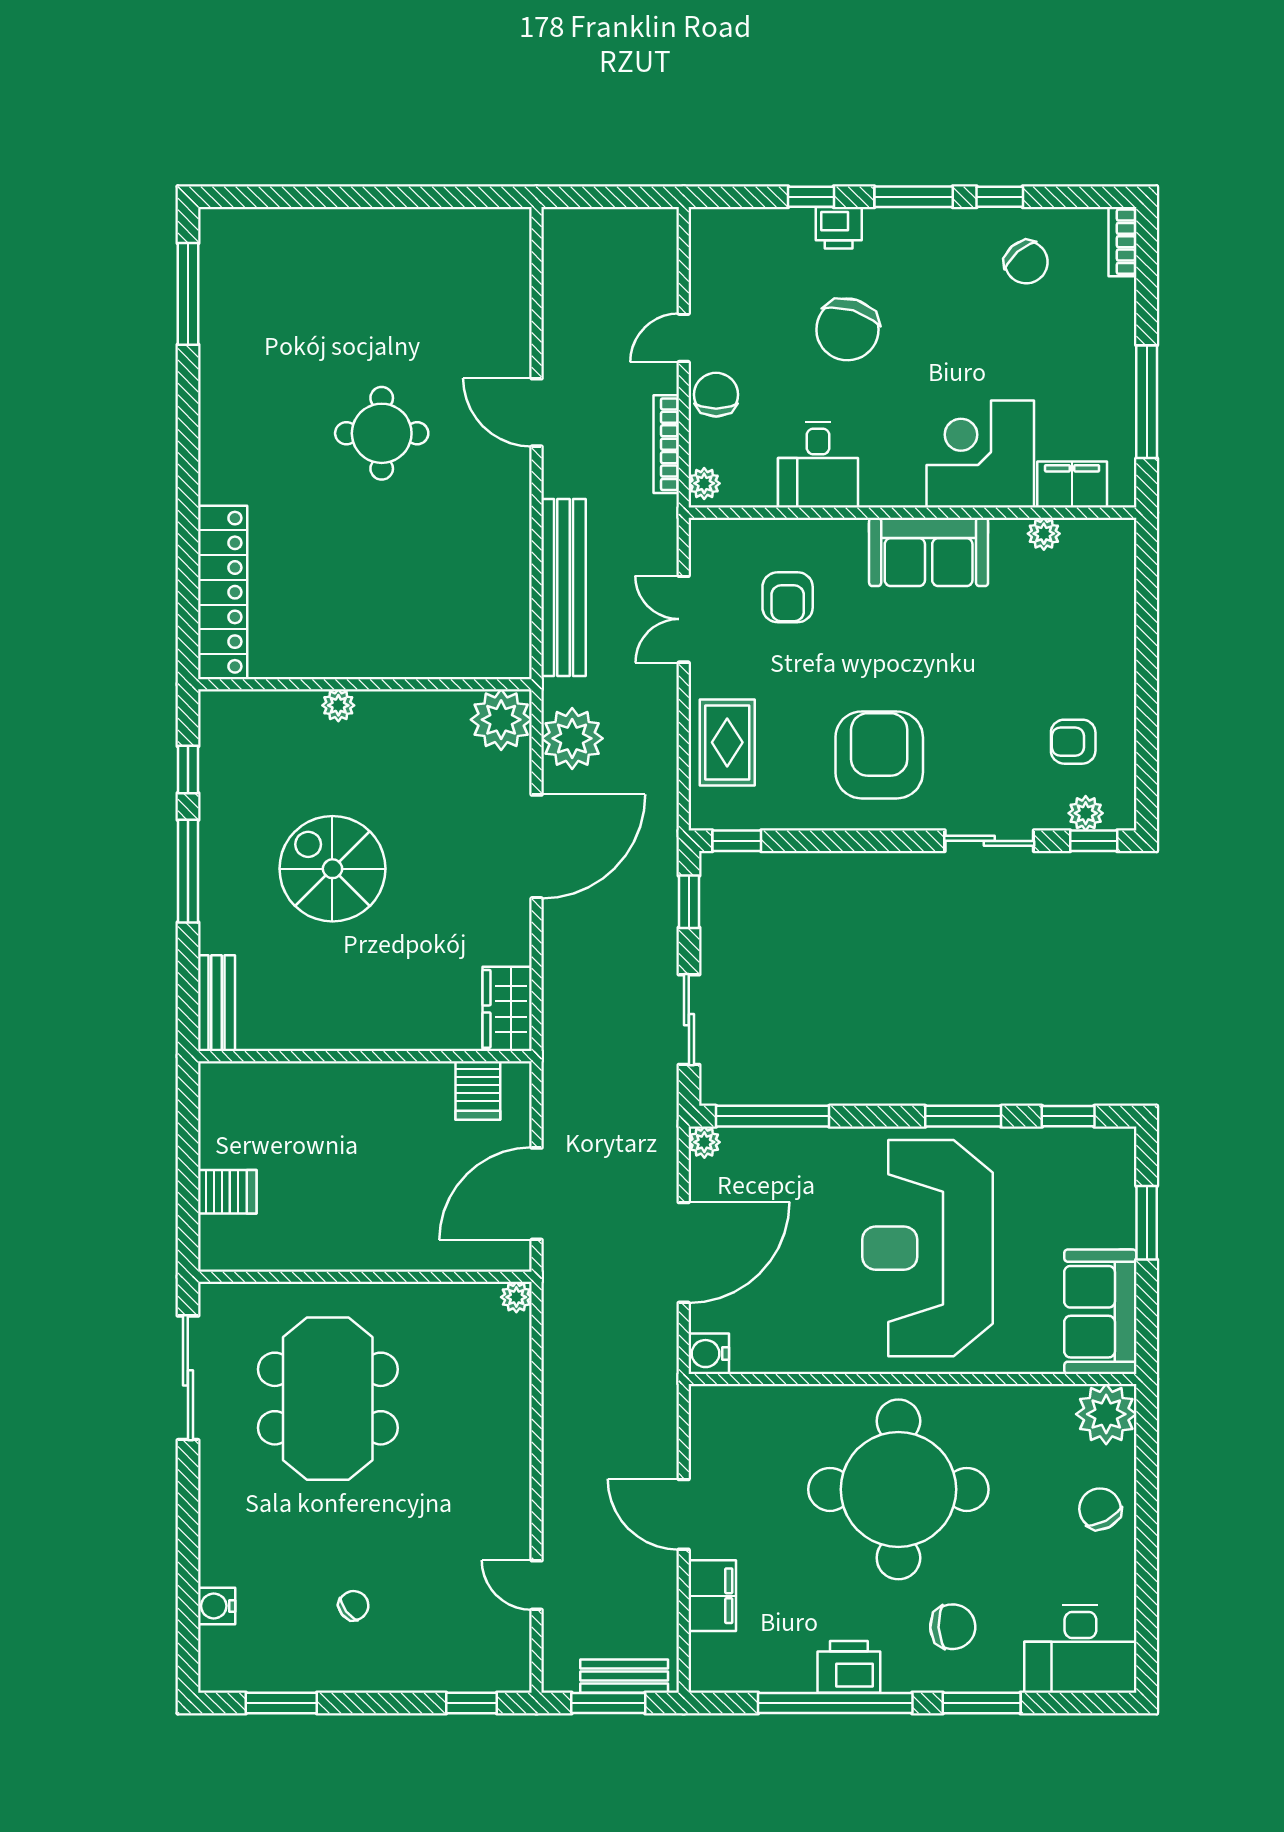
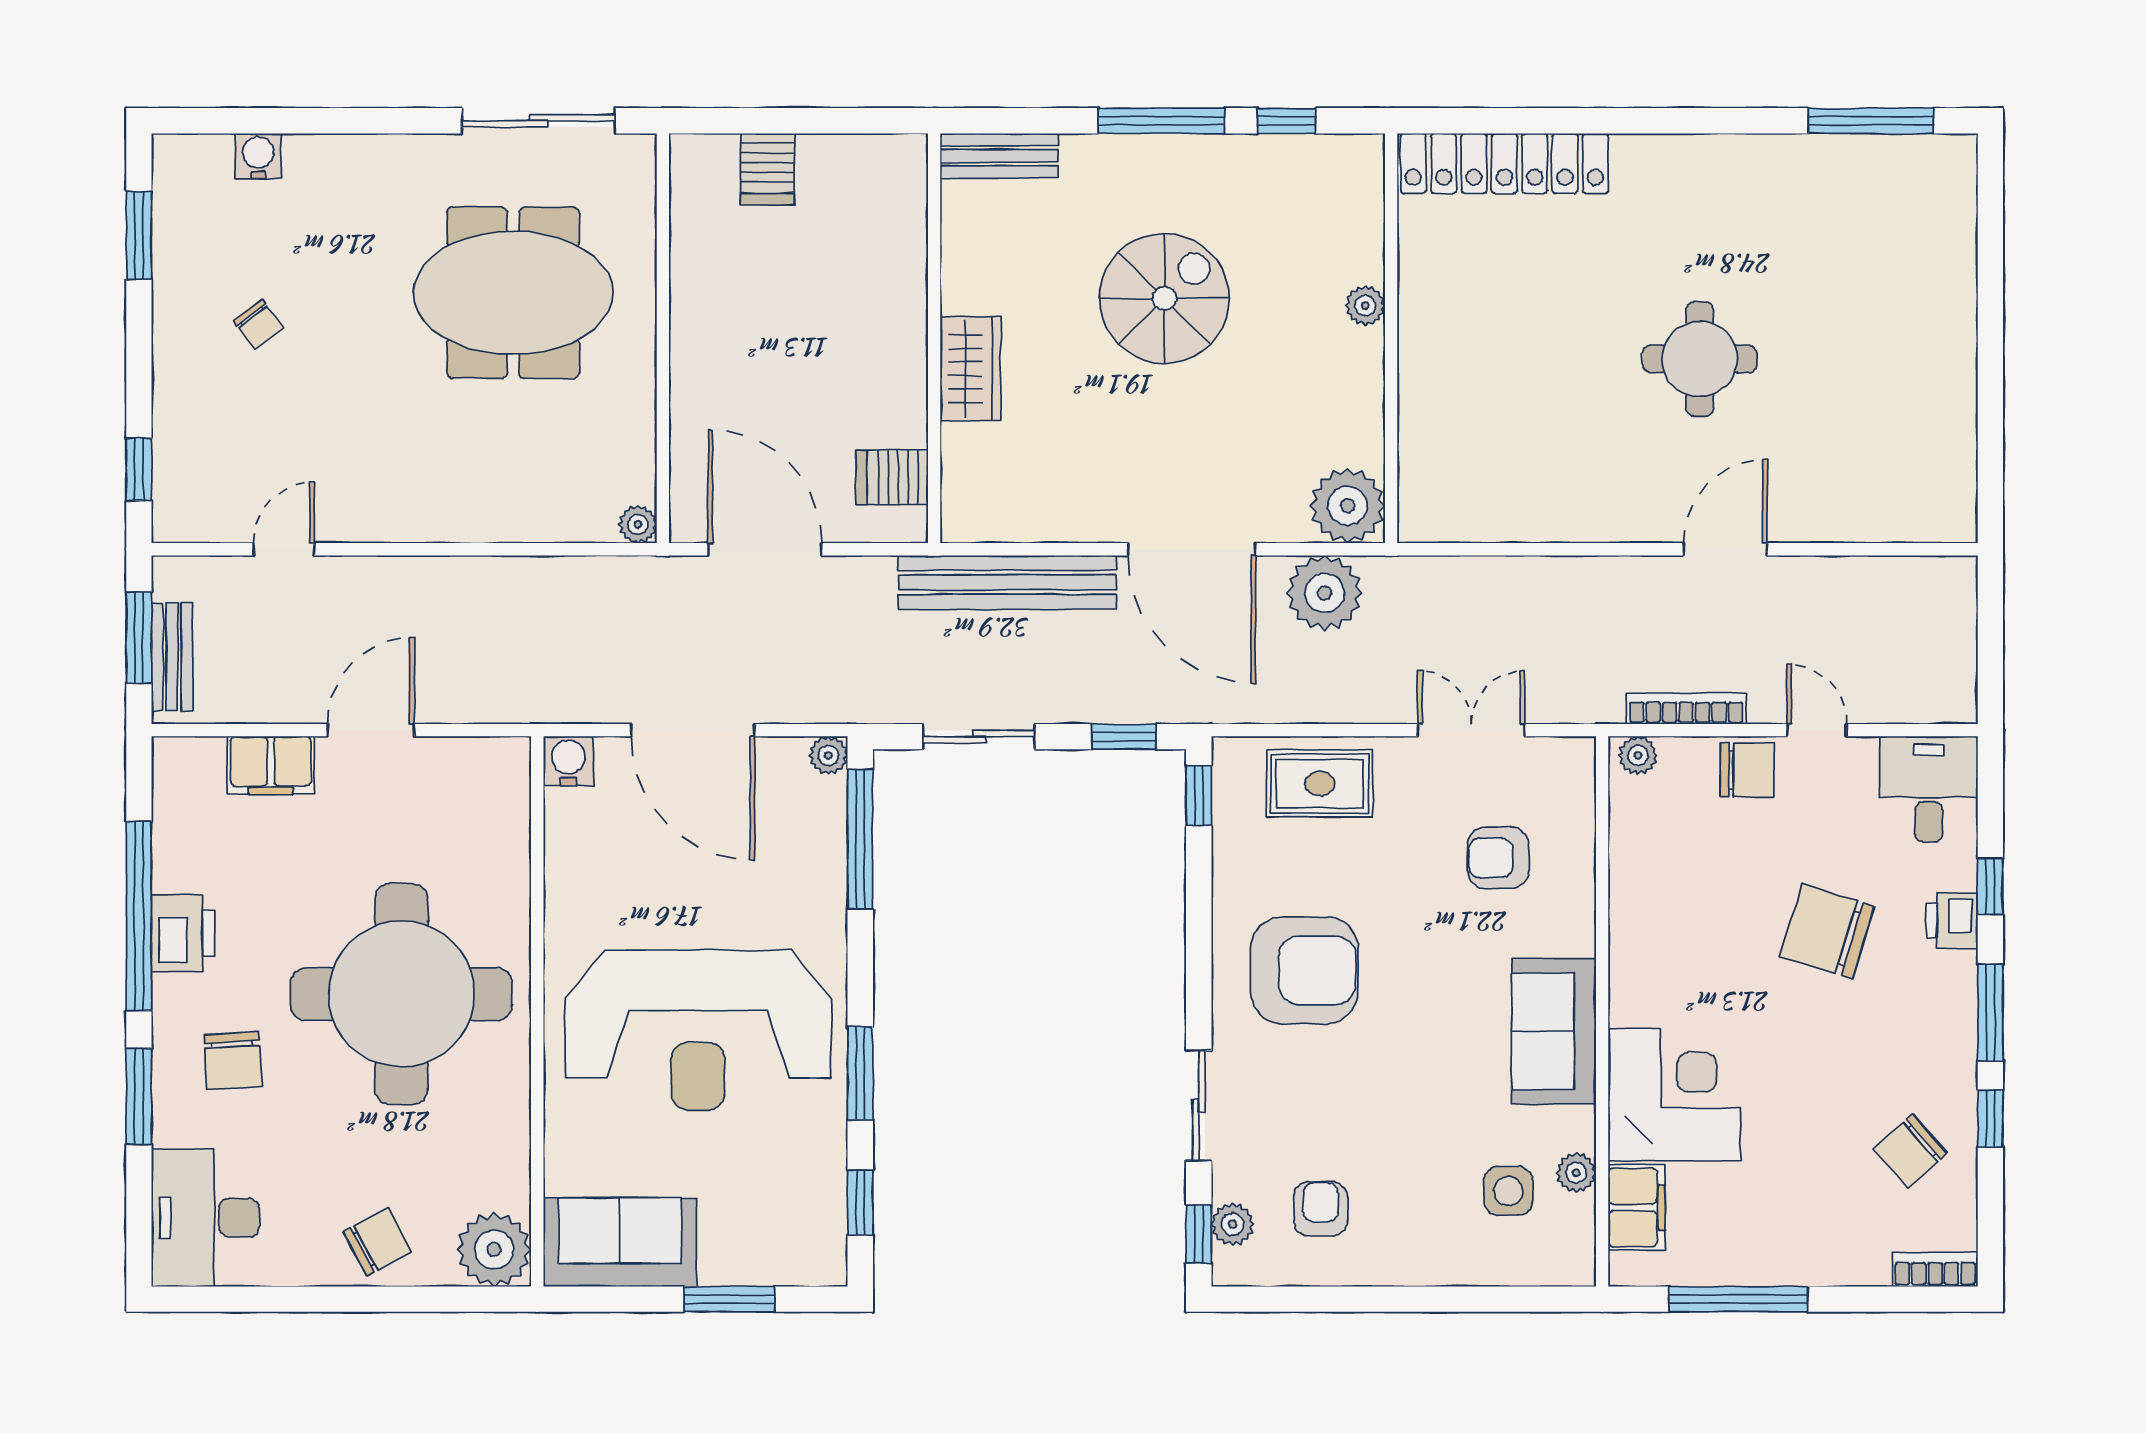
desk: (818, 465) -> (1929, 789), moved, turned 90
bench: (564, 588) -> (1007, 582), moved
side table: (1059, 589) -> (1508, 1191), added
wardrobe: (507, 1009) -> (970, 369), moved, turned 90
reception desk: (927, 1248) -> (698, 1030), turned 180

